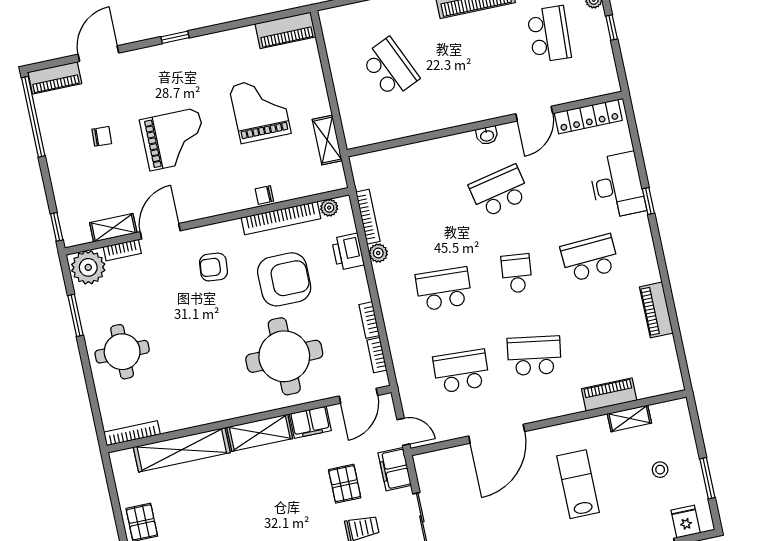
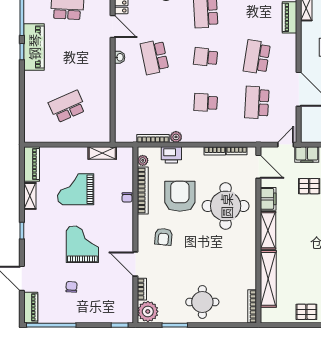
shelving: (113, 228) -> (30, 196), moved
school desk: (444, 289) -> (206, 102), width x0.54

